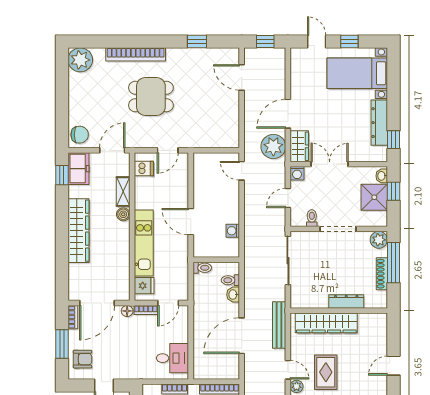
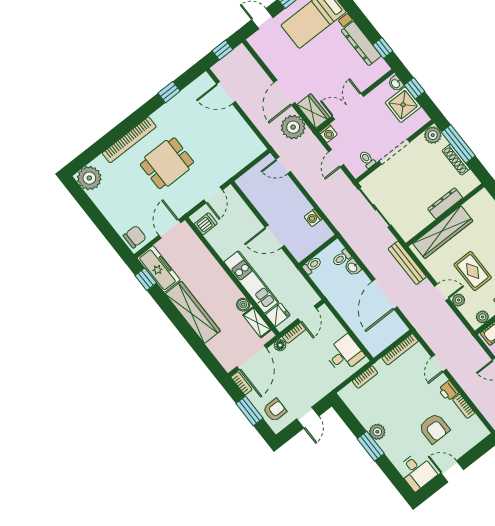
freezer: (78, 169) -> (159, 269), width x1.40
shelving: (123, 192) -> (257, 322), moved
boiler: (123, 214) -> (243, 305), moved

